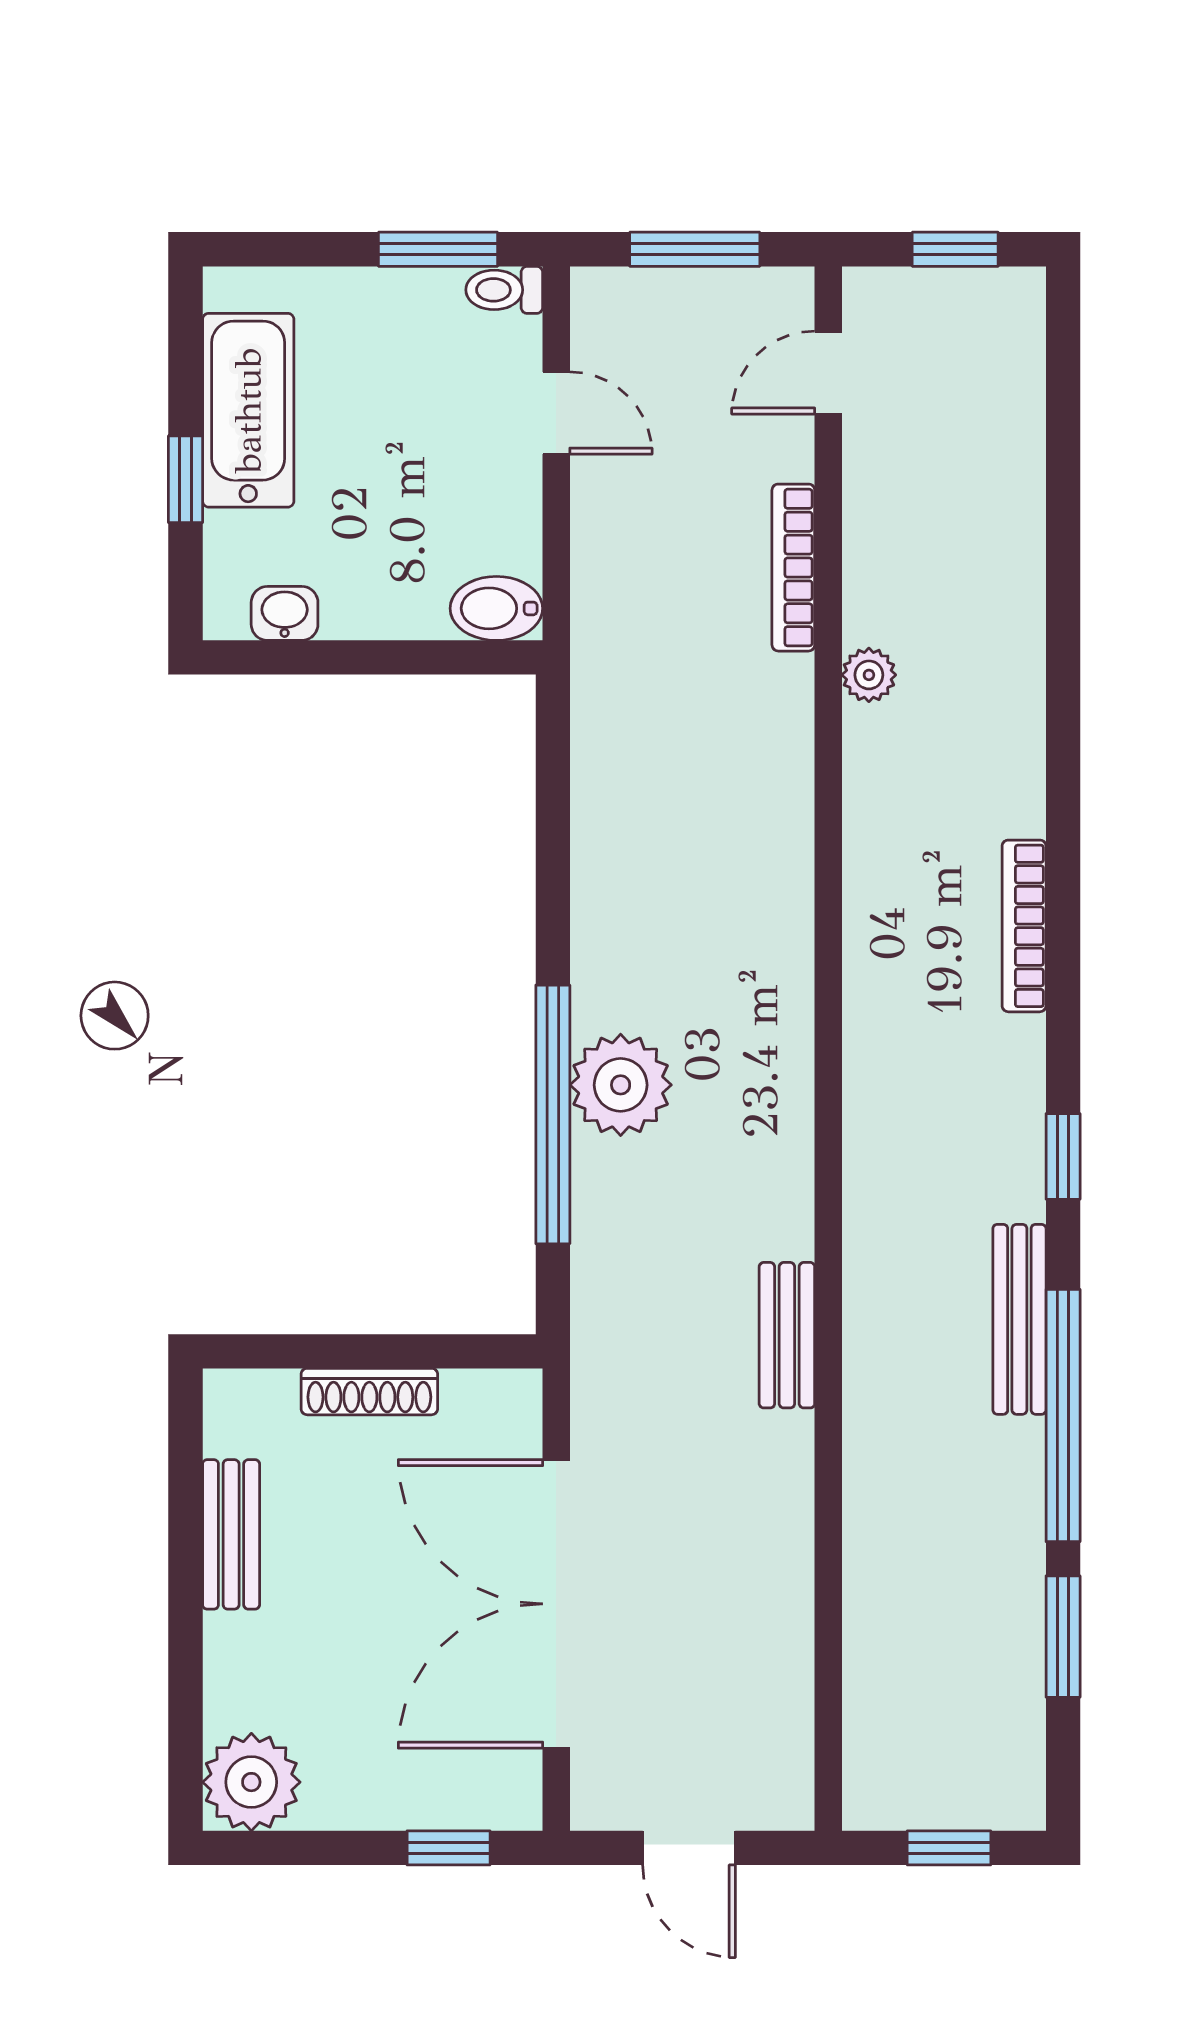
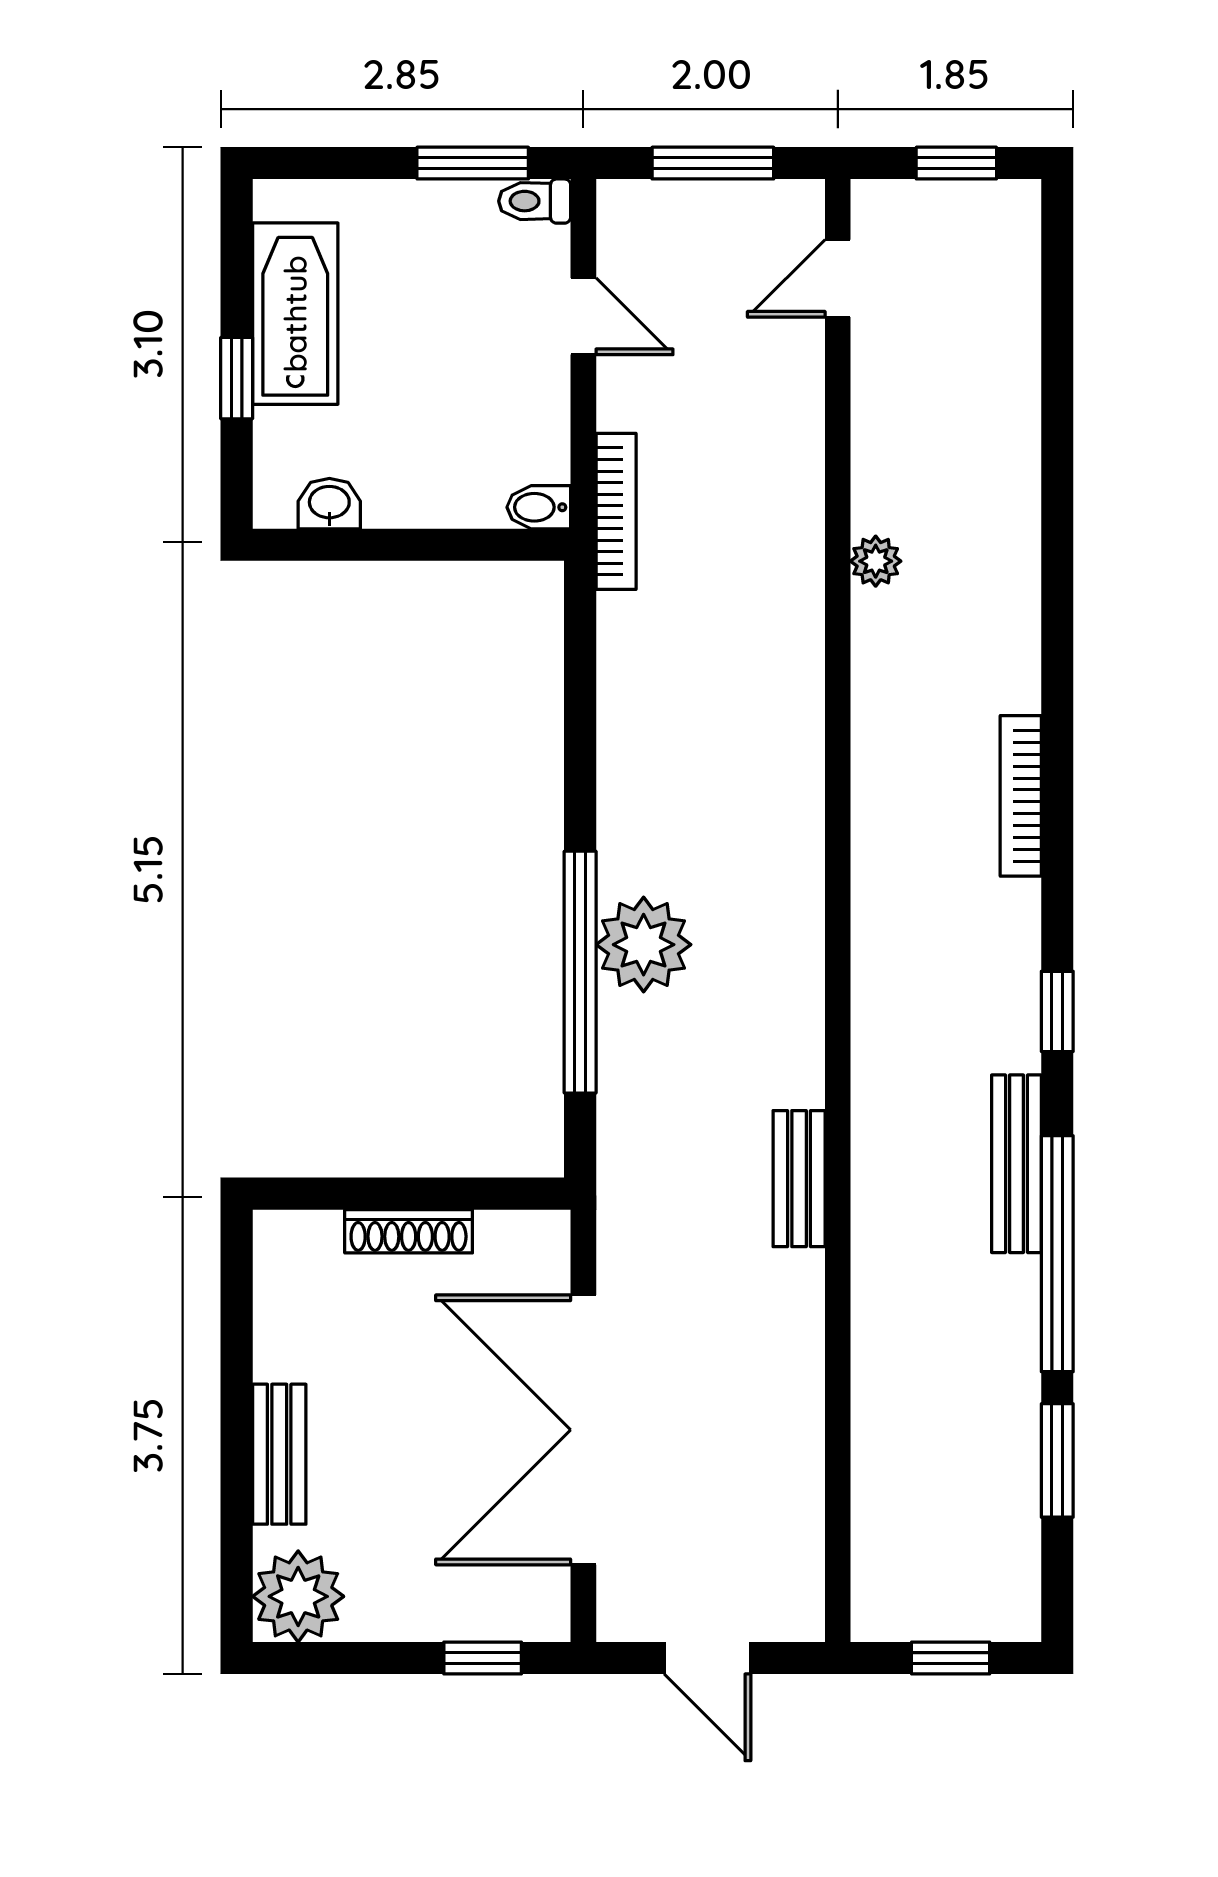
bookcase: (793, 568) -> (616, 511), moved, turned 180
bidet: (496, 608) -> (539, 507), width x0.72, depth x0.74
bench: (231, 1534) -> (279, 1454), moved

